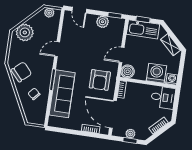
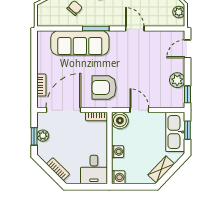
washing machine: (156, 73) -> (118, 152), width x0.53, depth x0.53

